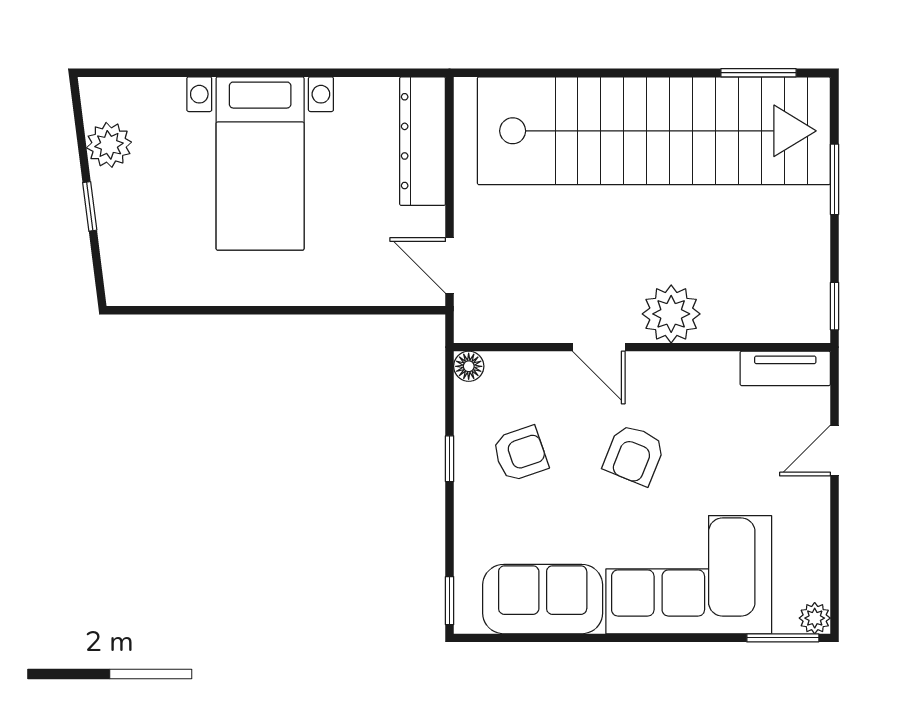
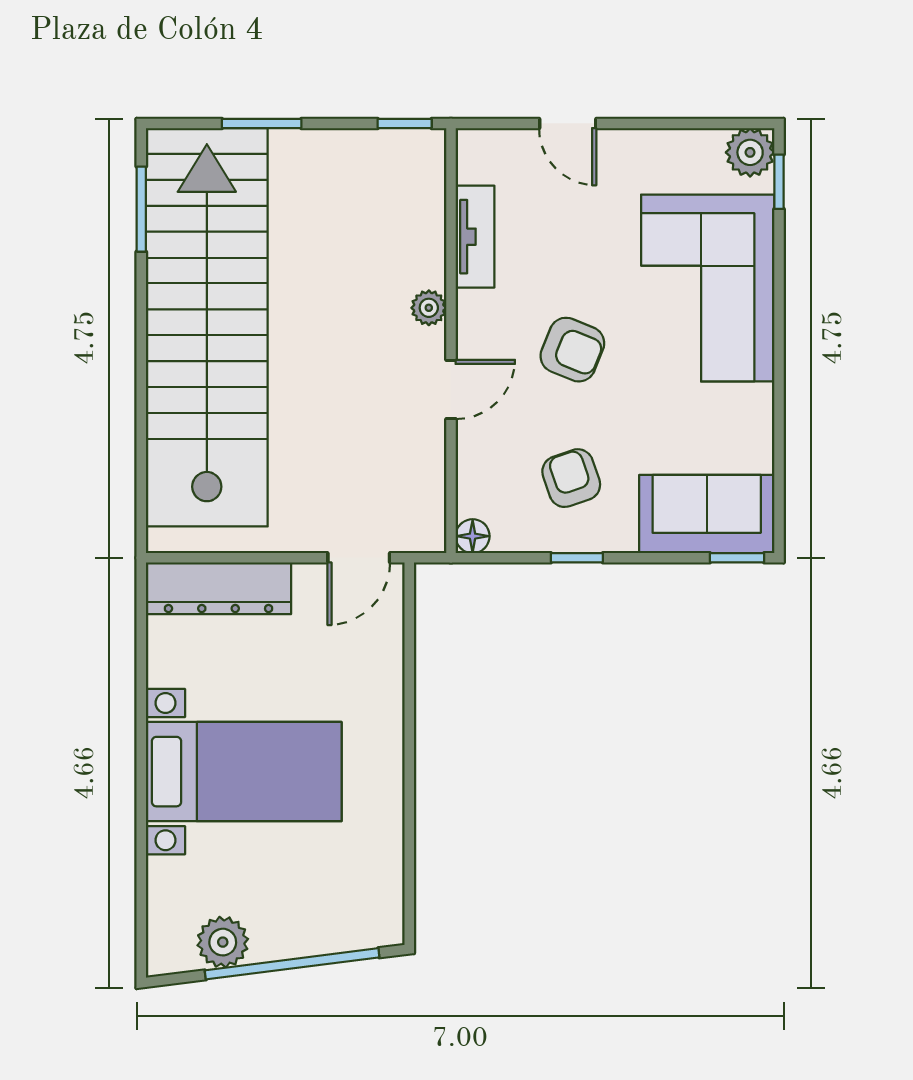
window: (90, 206) -> (292, 964), width x3.17
plant: (671, 314) -> (429, 308), width x0.53, depth x0.53
tv unit: (785, 368) -> (475, 237), moved
sofa: (543, 599) -> (707, 514), moved, turned 90
plant: (815, 618) -> (750, 152), width x1.38, depth x1.38
window: (783, 638) -> (779, 182), width x0.67

